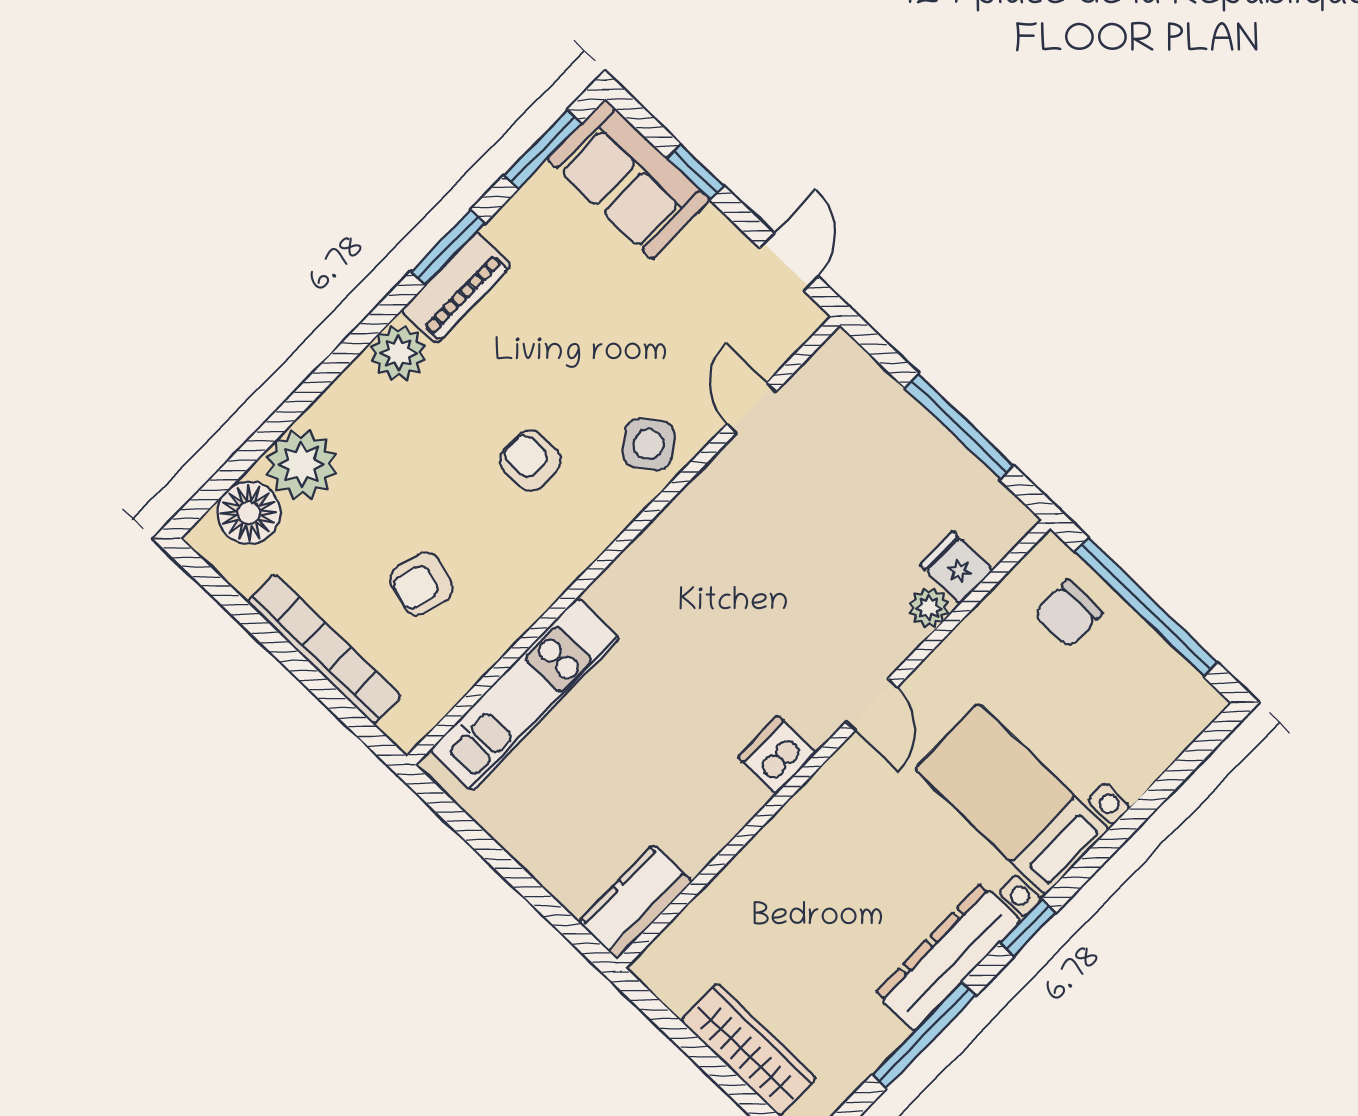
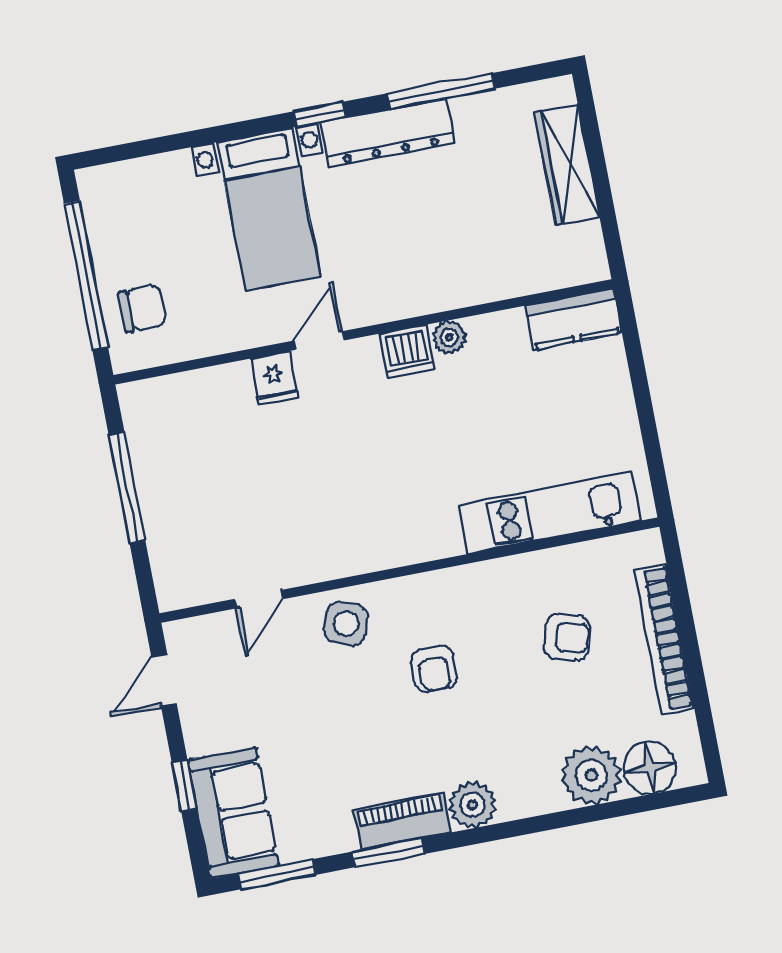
side table: (648, 444) -> (346, 624), turned -33
fridge: (956, 567) -> (274, 378), moved
plant: (929, 608) -> (449, 337), moved

